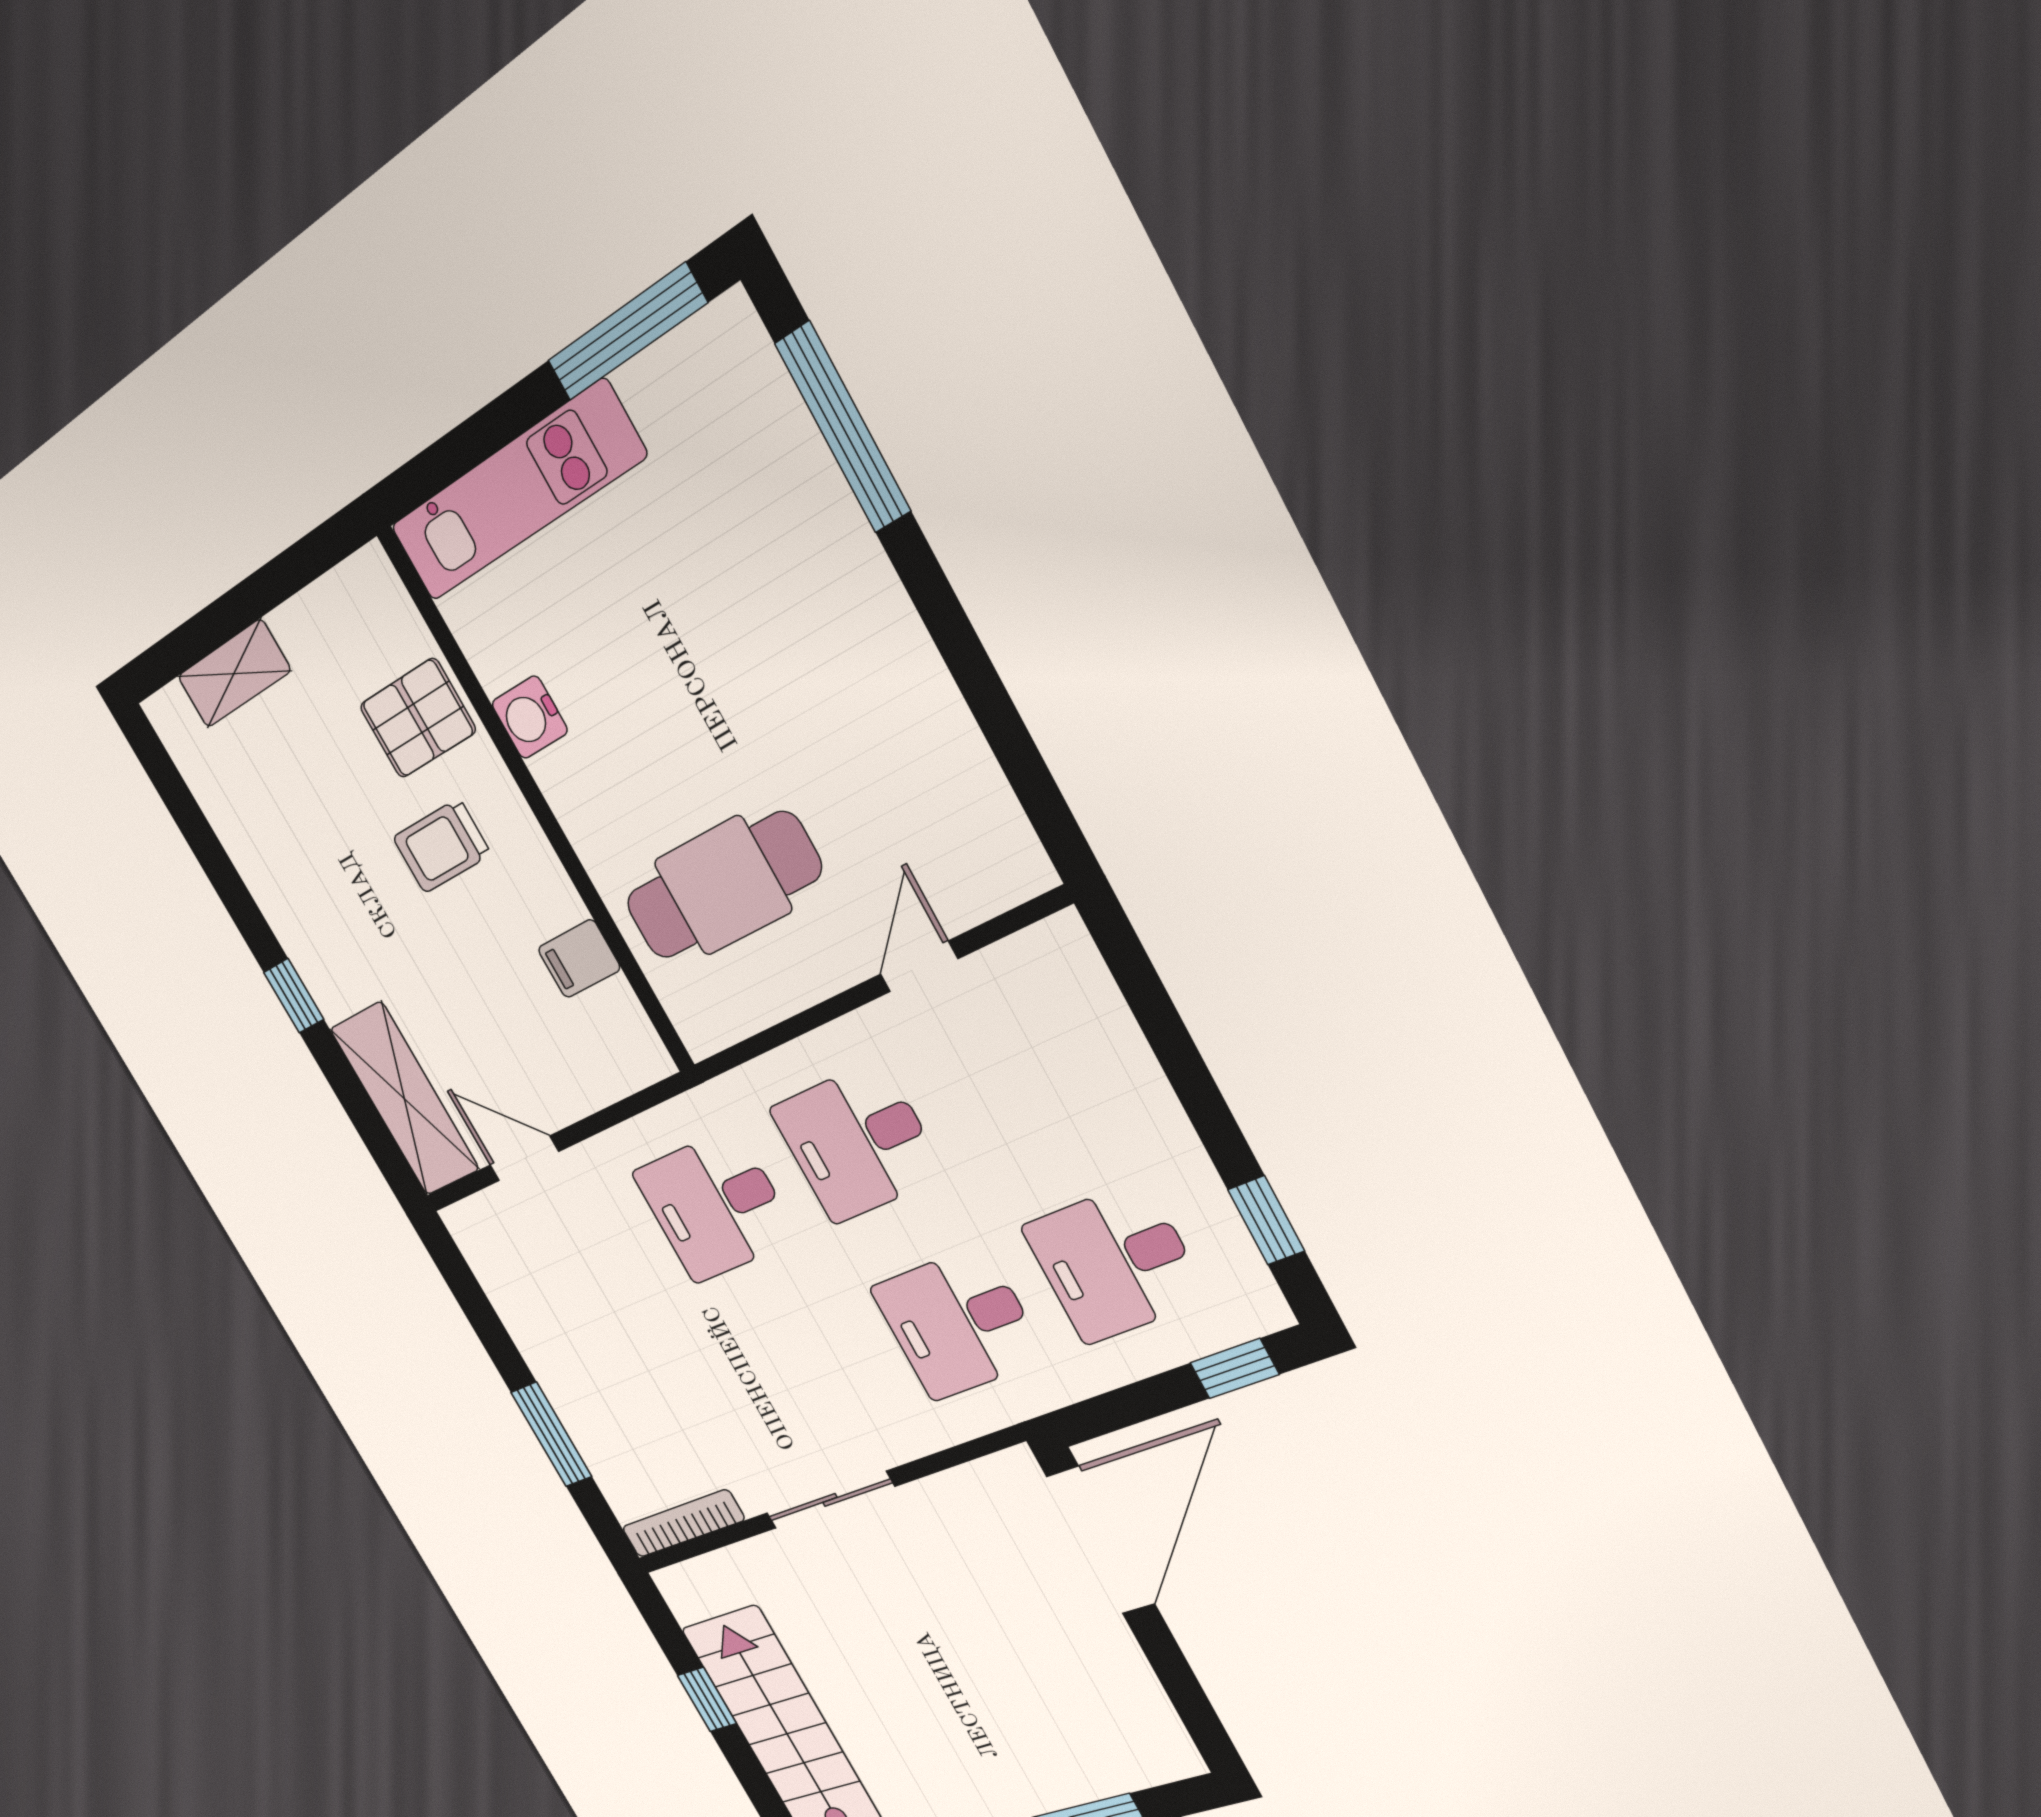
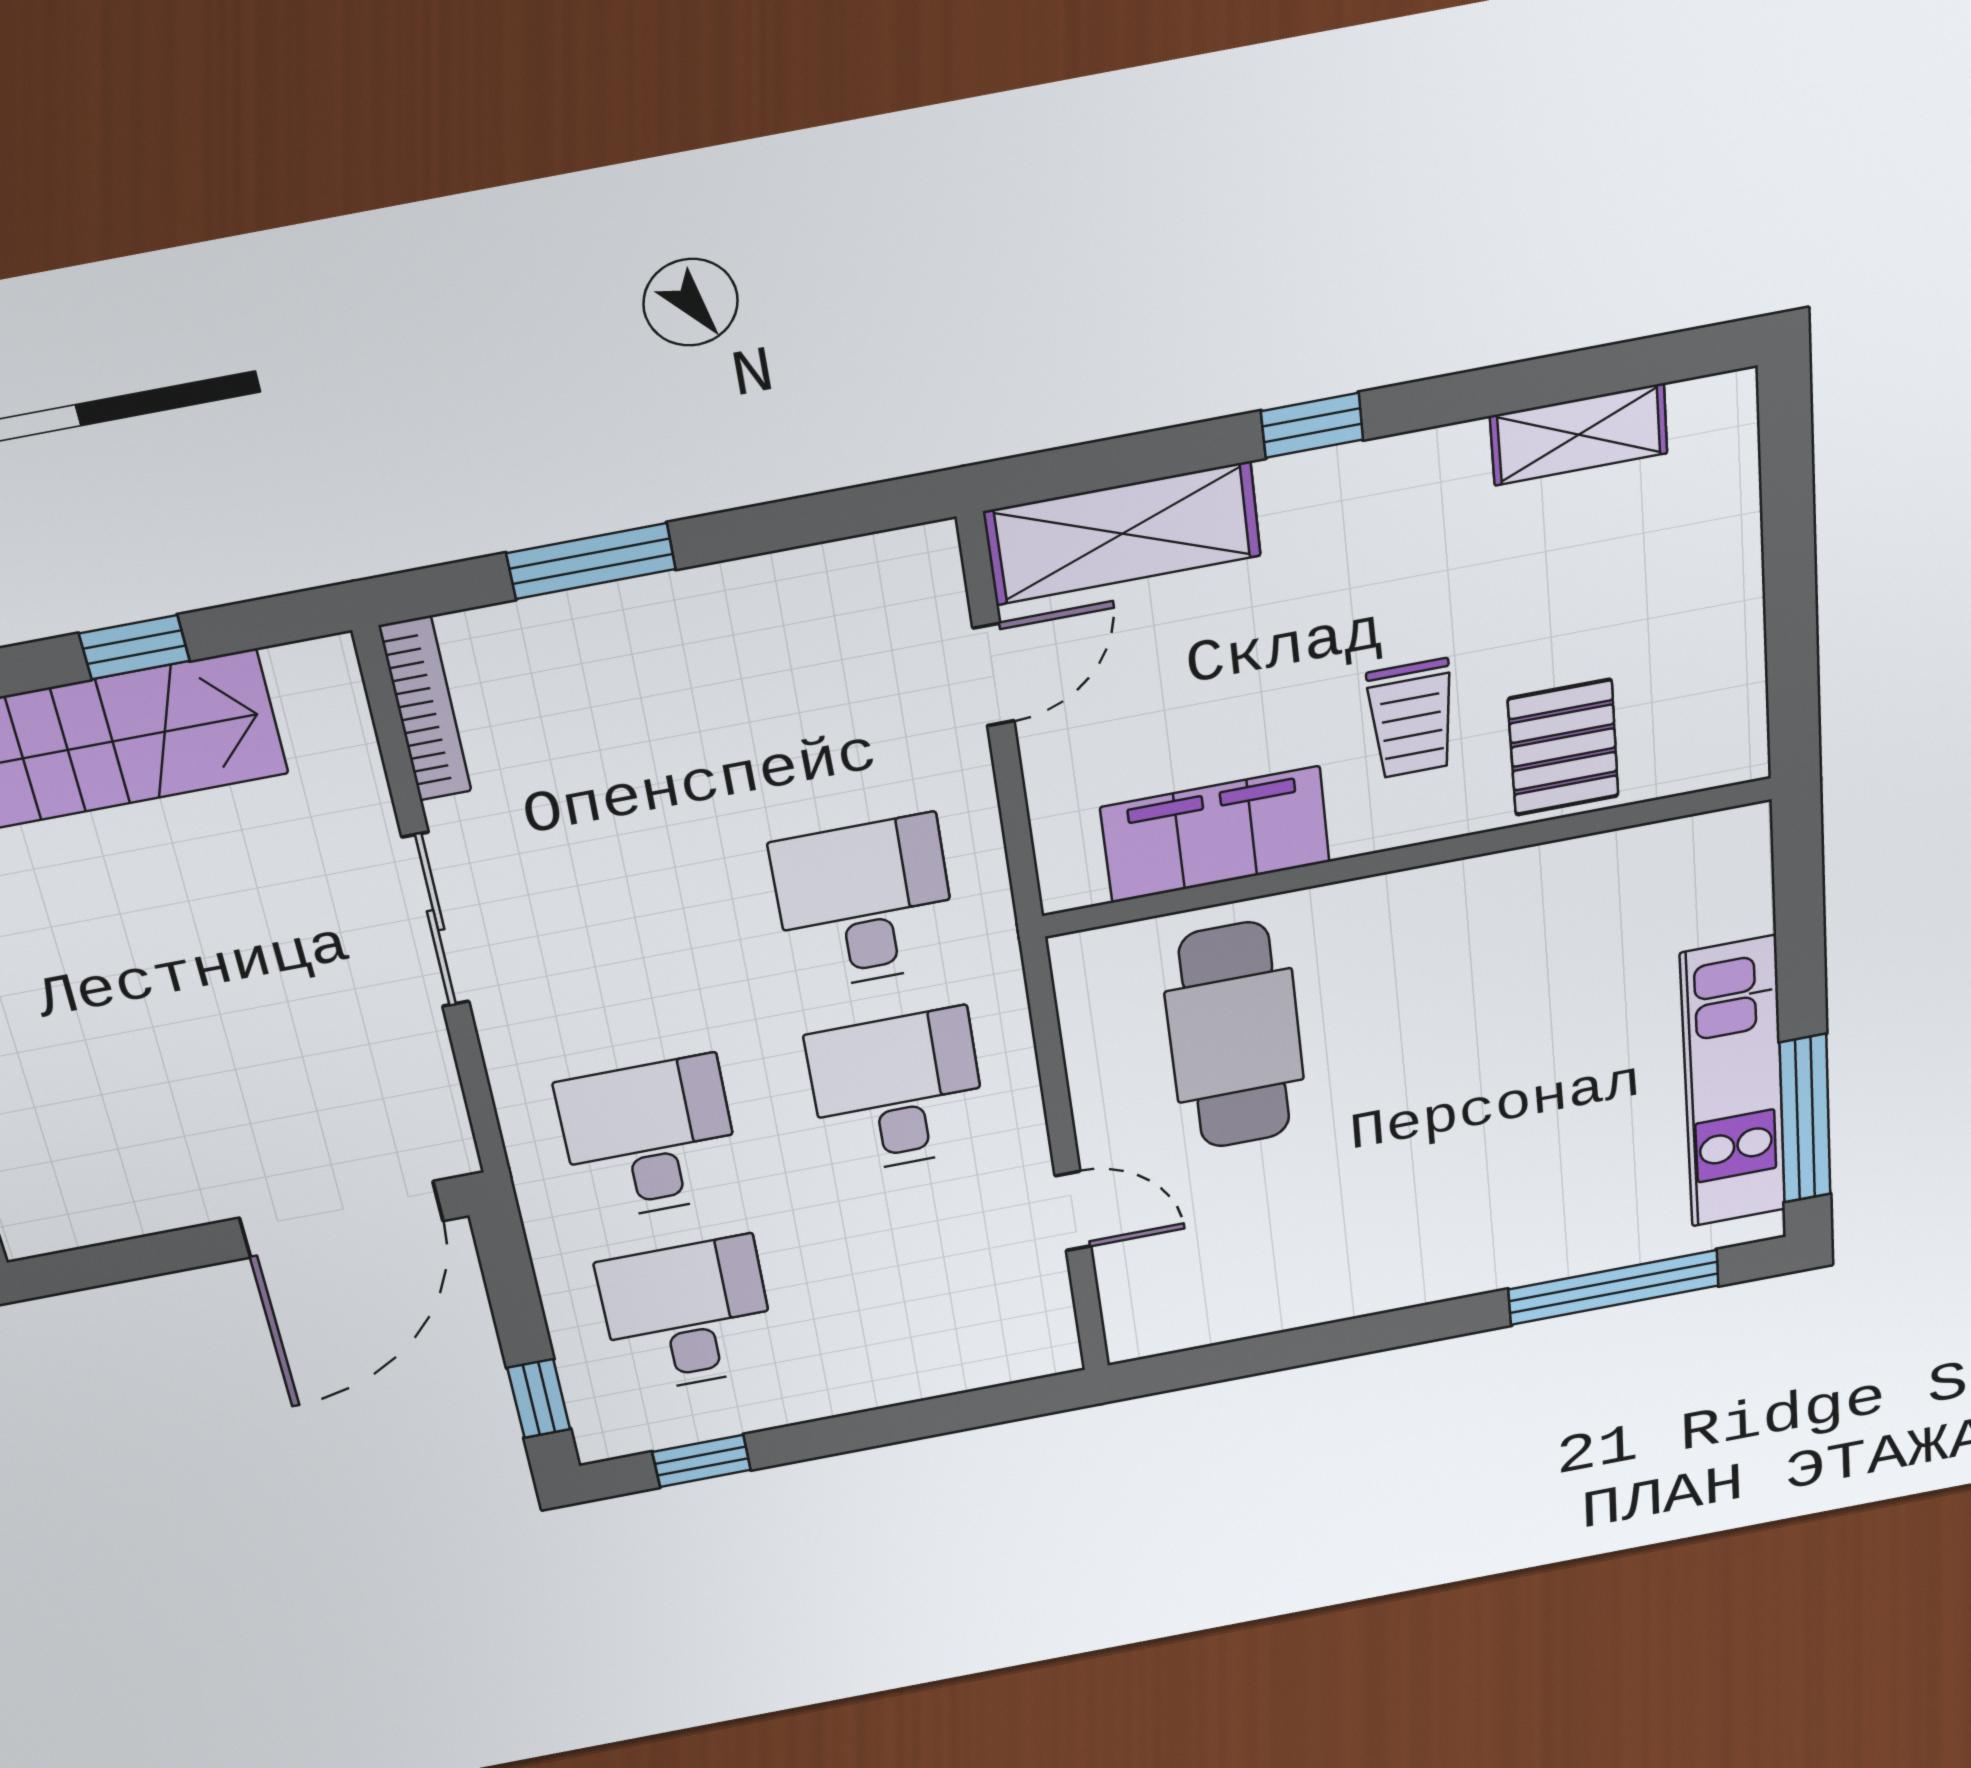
kitchen unit: (516, 492) -> (1733, 1083), moved
shelving: (234, 674) -> (1579, 435), moved, turned 90
water cooler: (530, 717) -> (1503, 883), removed
trolley: (442, 846) -> (1411, 719), turned 180
filing cabinet: (579, 959) -> (1215, 835), width x3.00, depth x1.17
door: (1101, 1540) -> (341, 1219), hinge flipped

